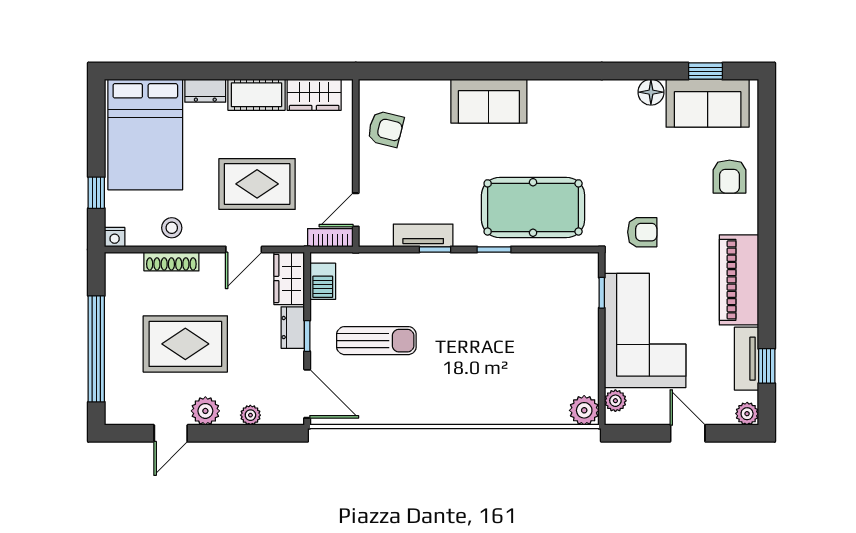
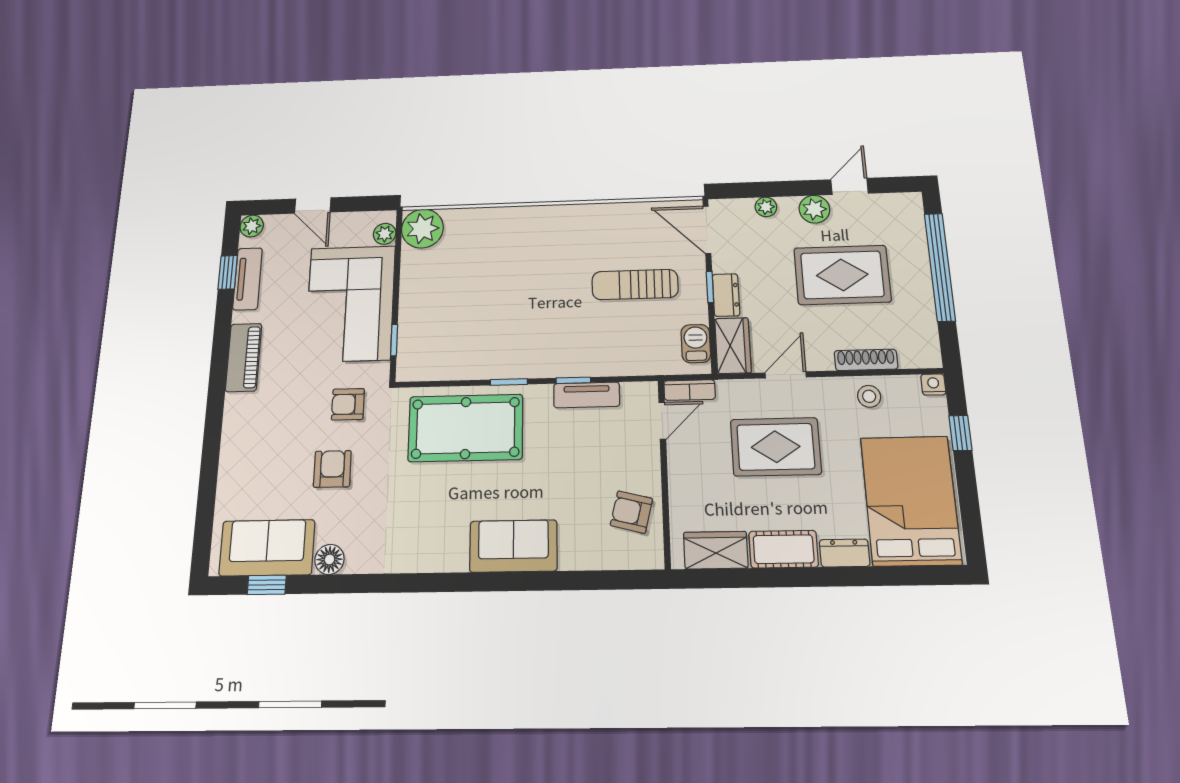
armchair: (730, 177) -> (332, 469), moved
piano: (739, 280) -> (244, 357), width x0.73, depth x0.75
plant: (584, 410) -> (422, 228), width x1.36, depth x1.36

